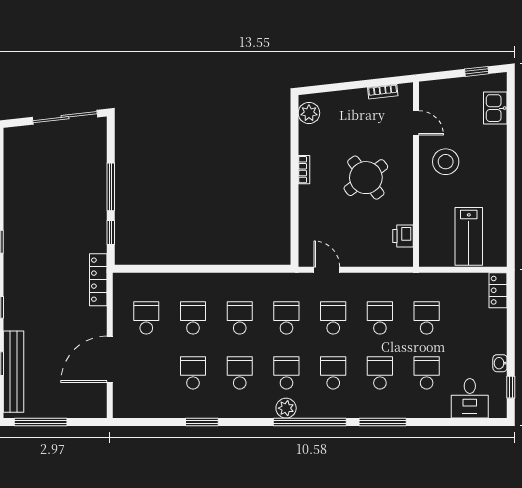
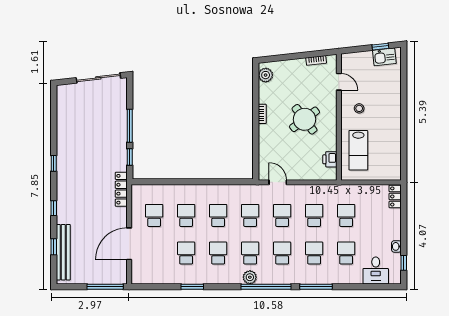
kitchen sink: (495, 108) -> (384, 57), moved, turned -96
stool: (446, 162) -> (359, 108), width x0.53, depth x0.53
lab bench: (469, 236) -> (358, 150), moved
window: (41, 422) -> (105, 287), moved

